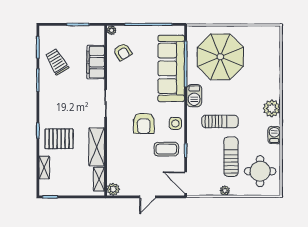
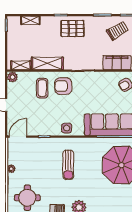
barbecue: (194, 96) -> (89, 144), removed
armchair: (144, 123) -> (63, 86), moved
pallet: (59, 139) -> (72, 28), moved, turned 90
coffee table: (166, 149) -> (42, 88), moved
sun lounger: (231, 157) -> (39, 174), removed

